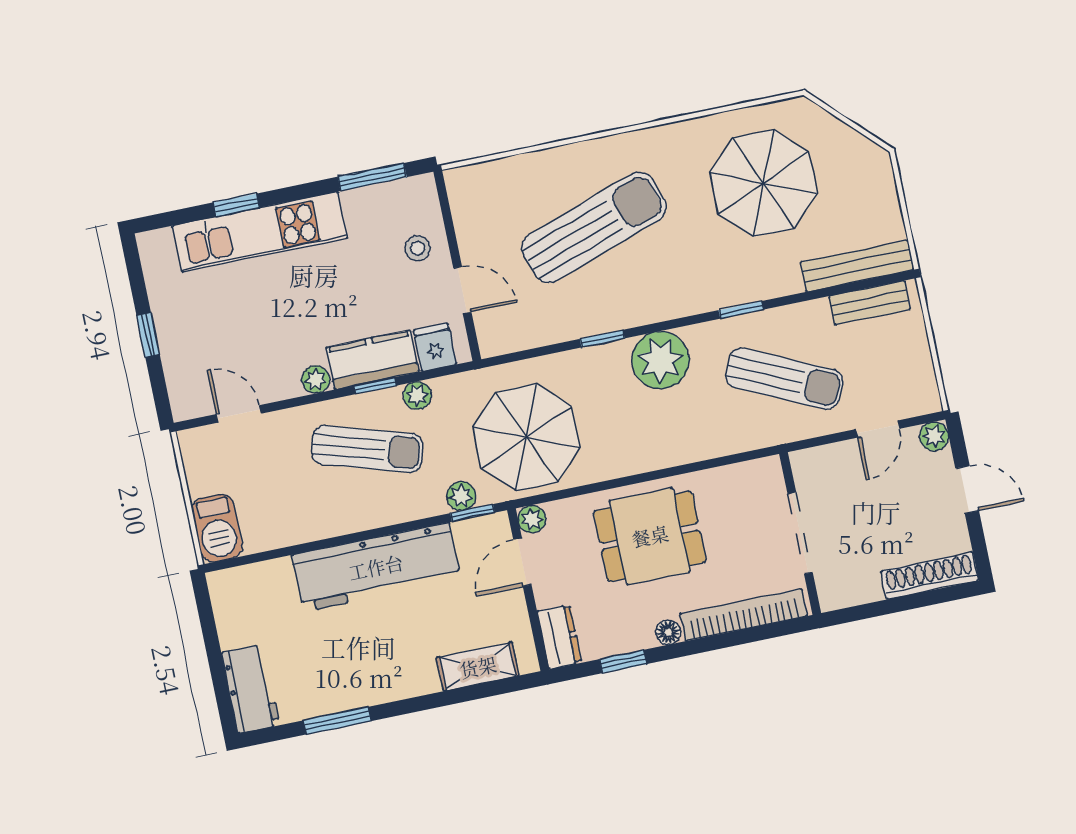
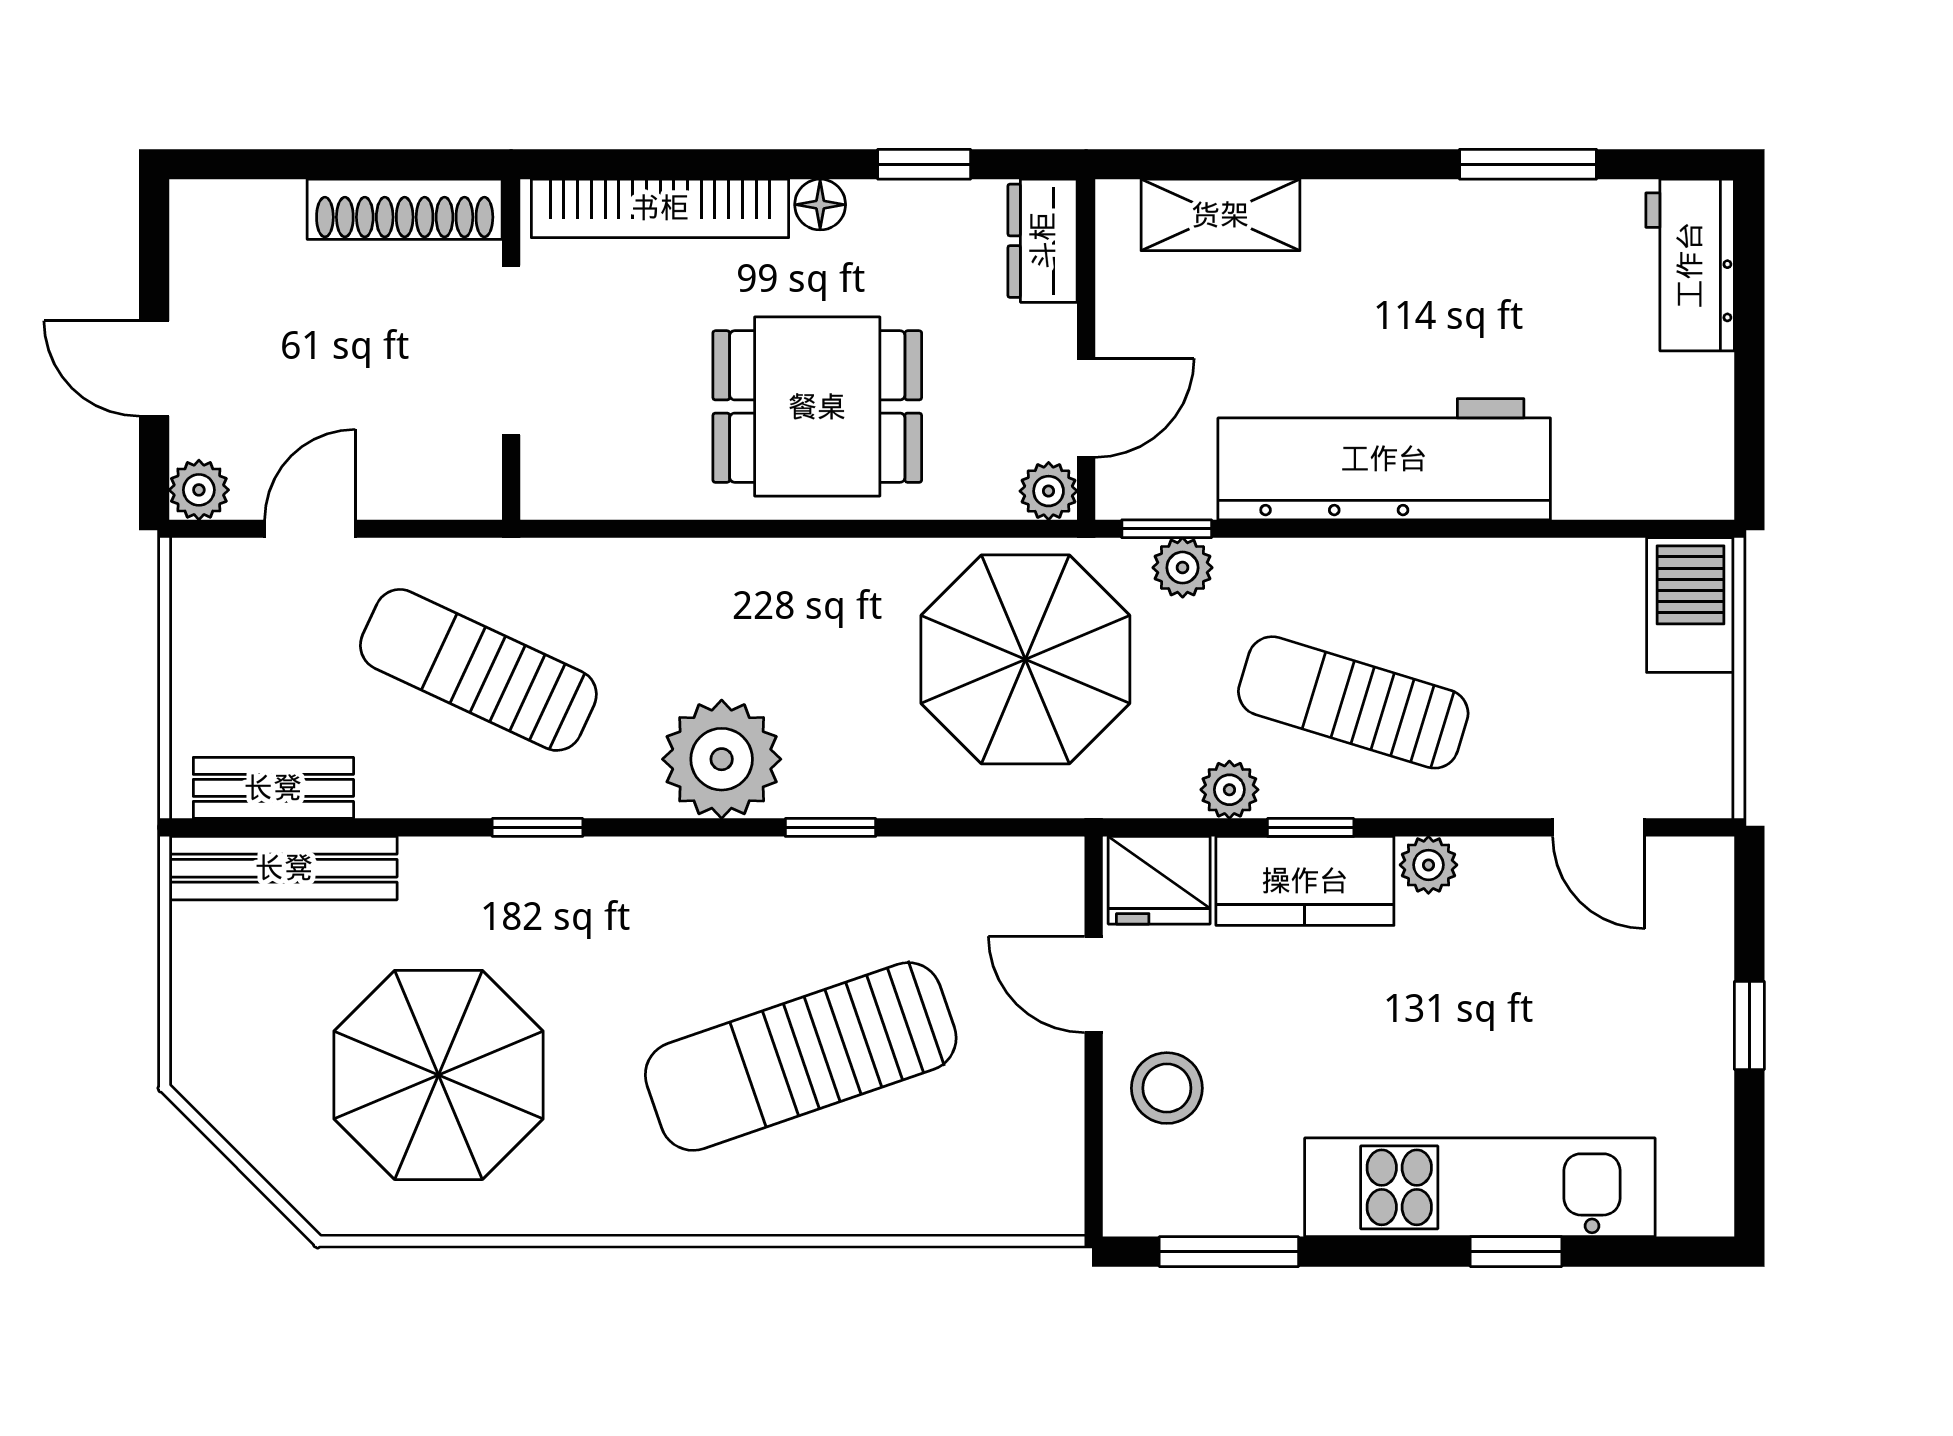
stool: (418, 248) -> (1167, 1088), width x1.37, depth x1.37
fridge: (435, 347) -> (1159, 880), width x1.38
shoe rack: (930, 576) -> (405, 209), moved

